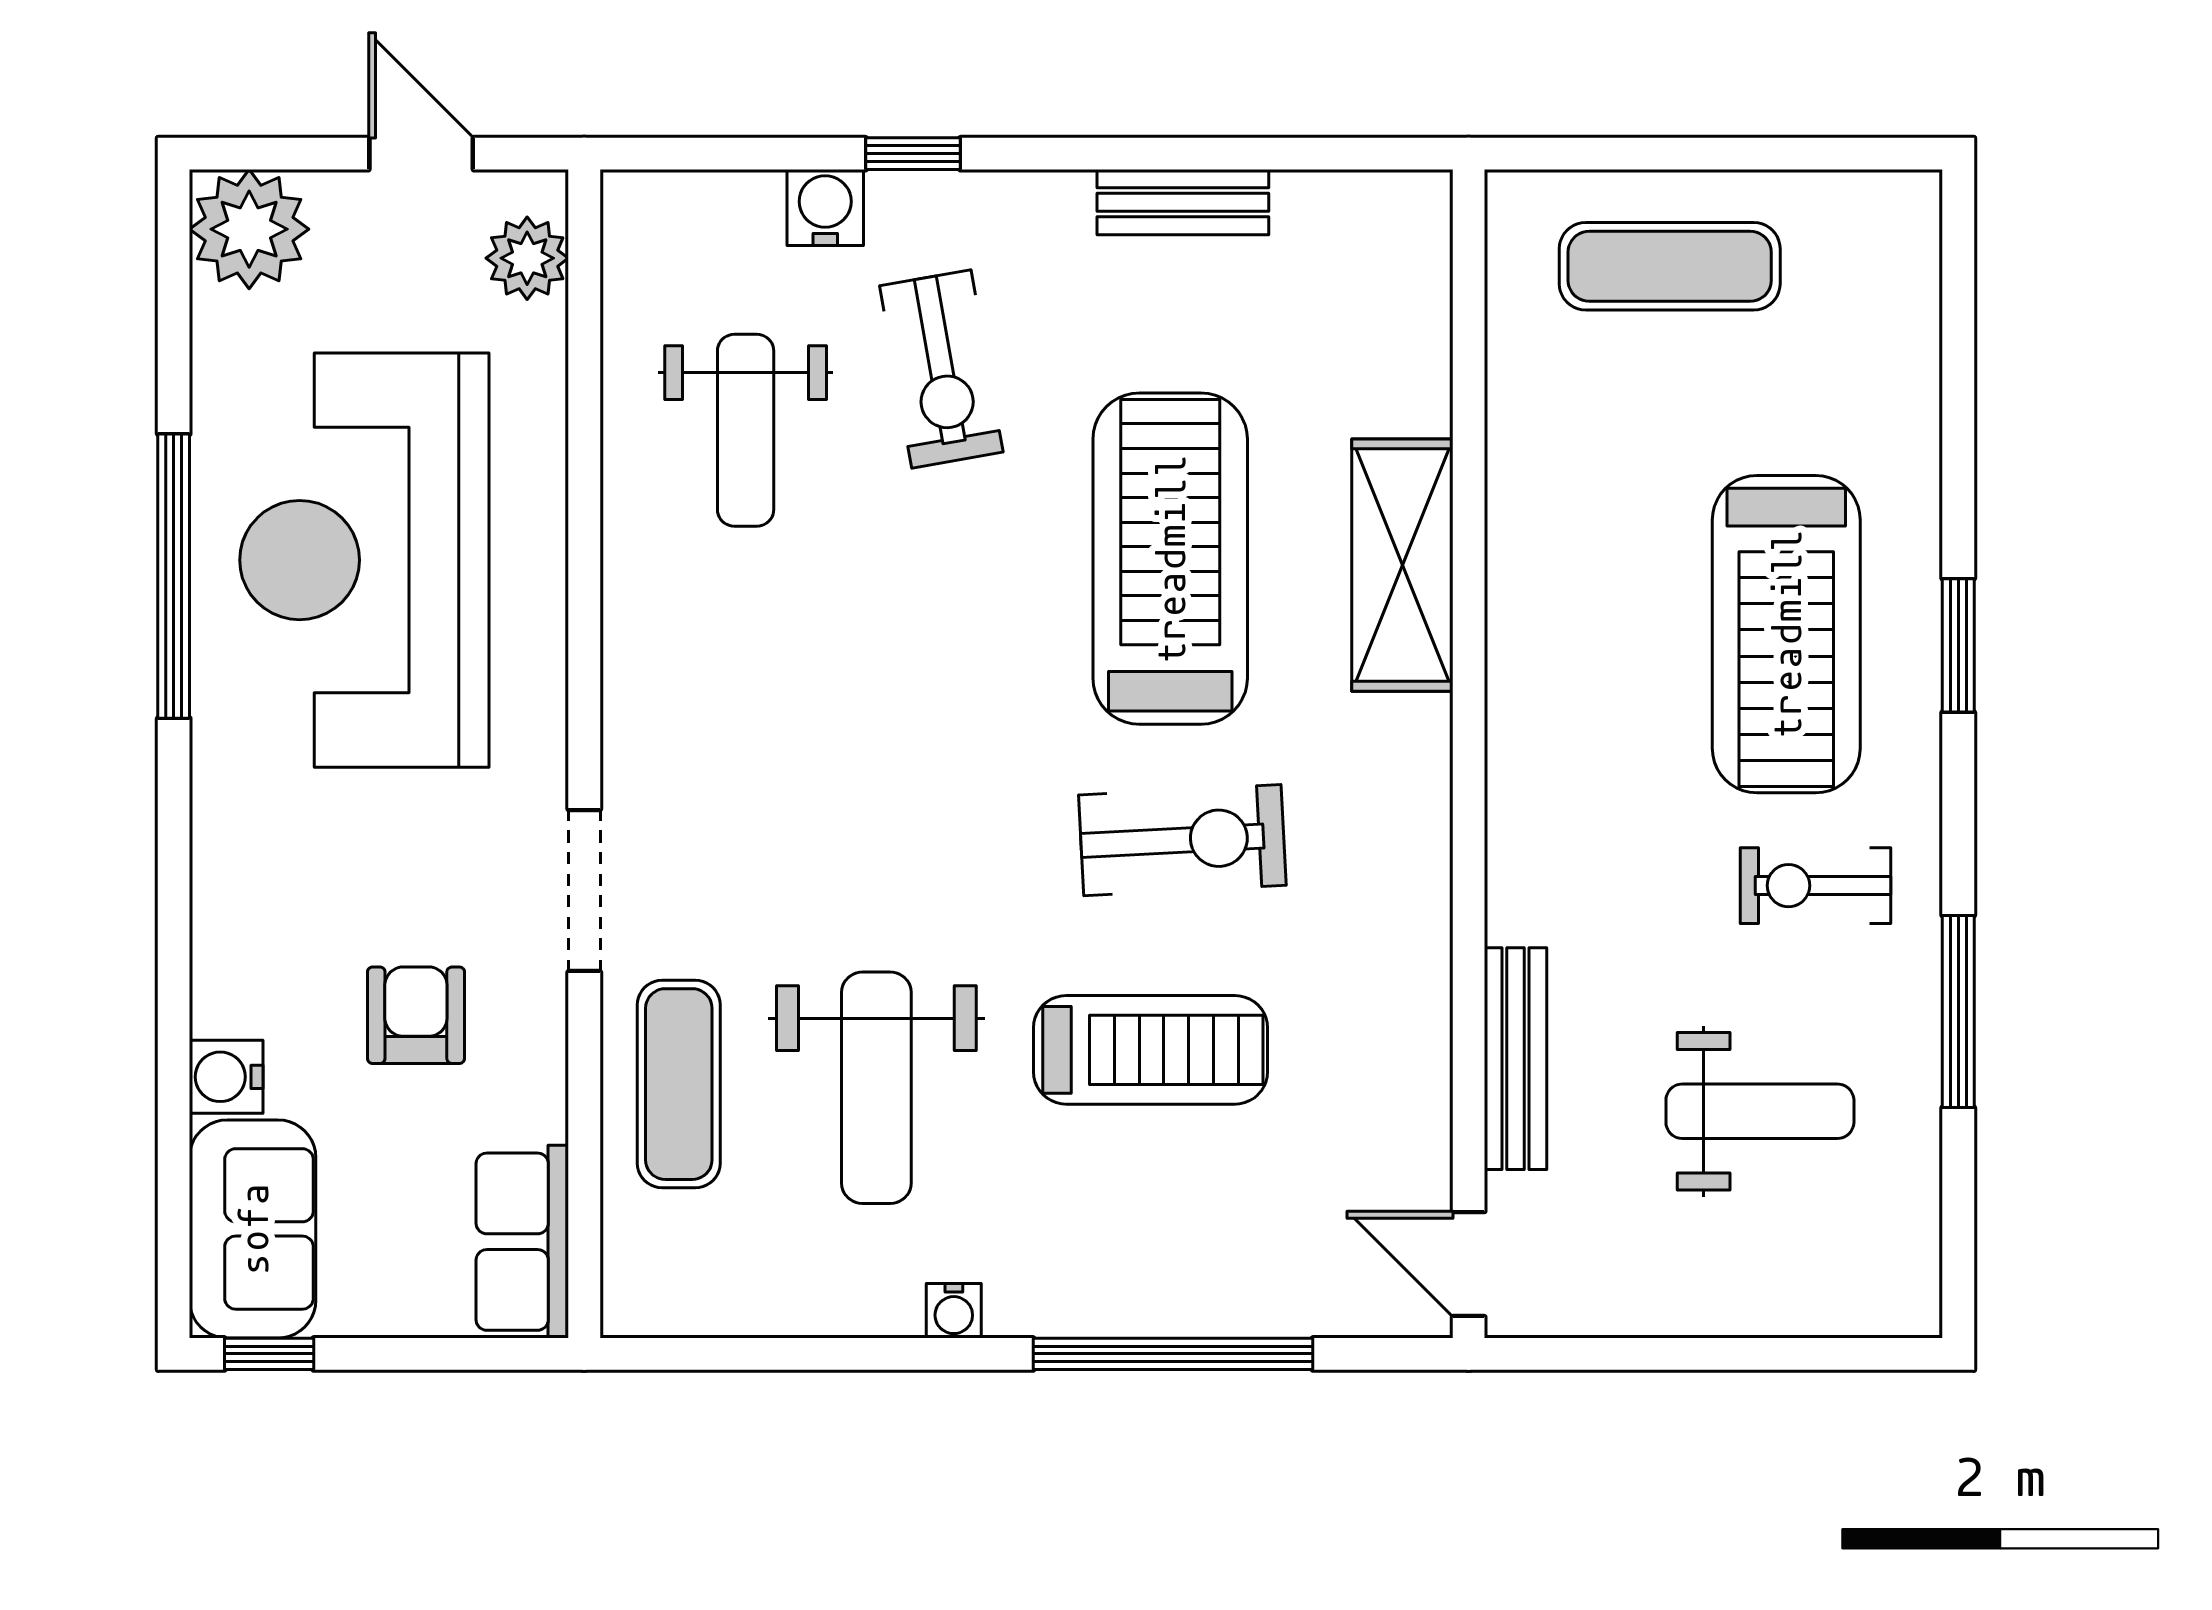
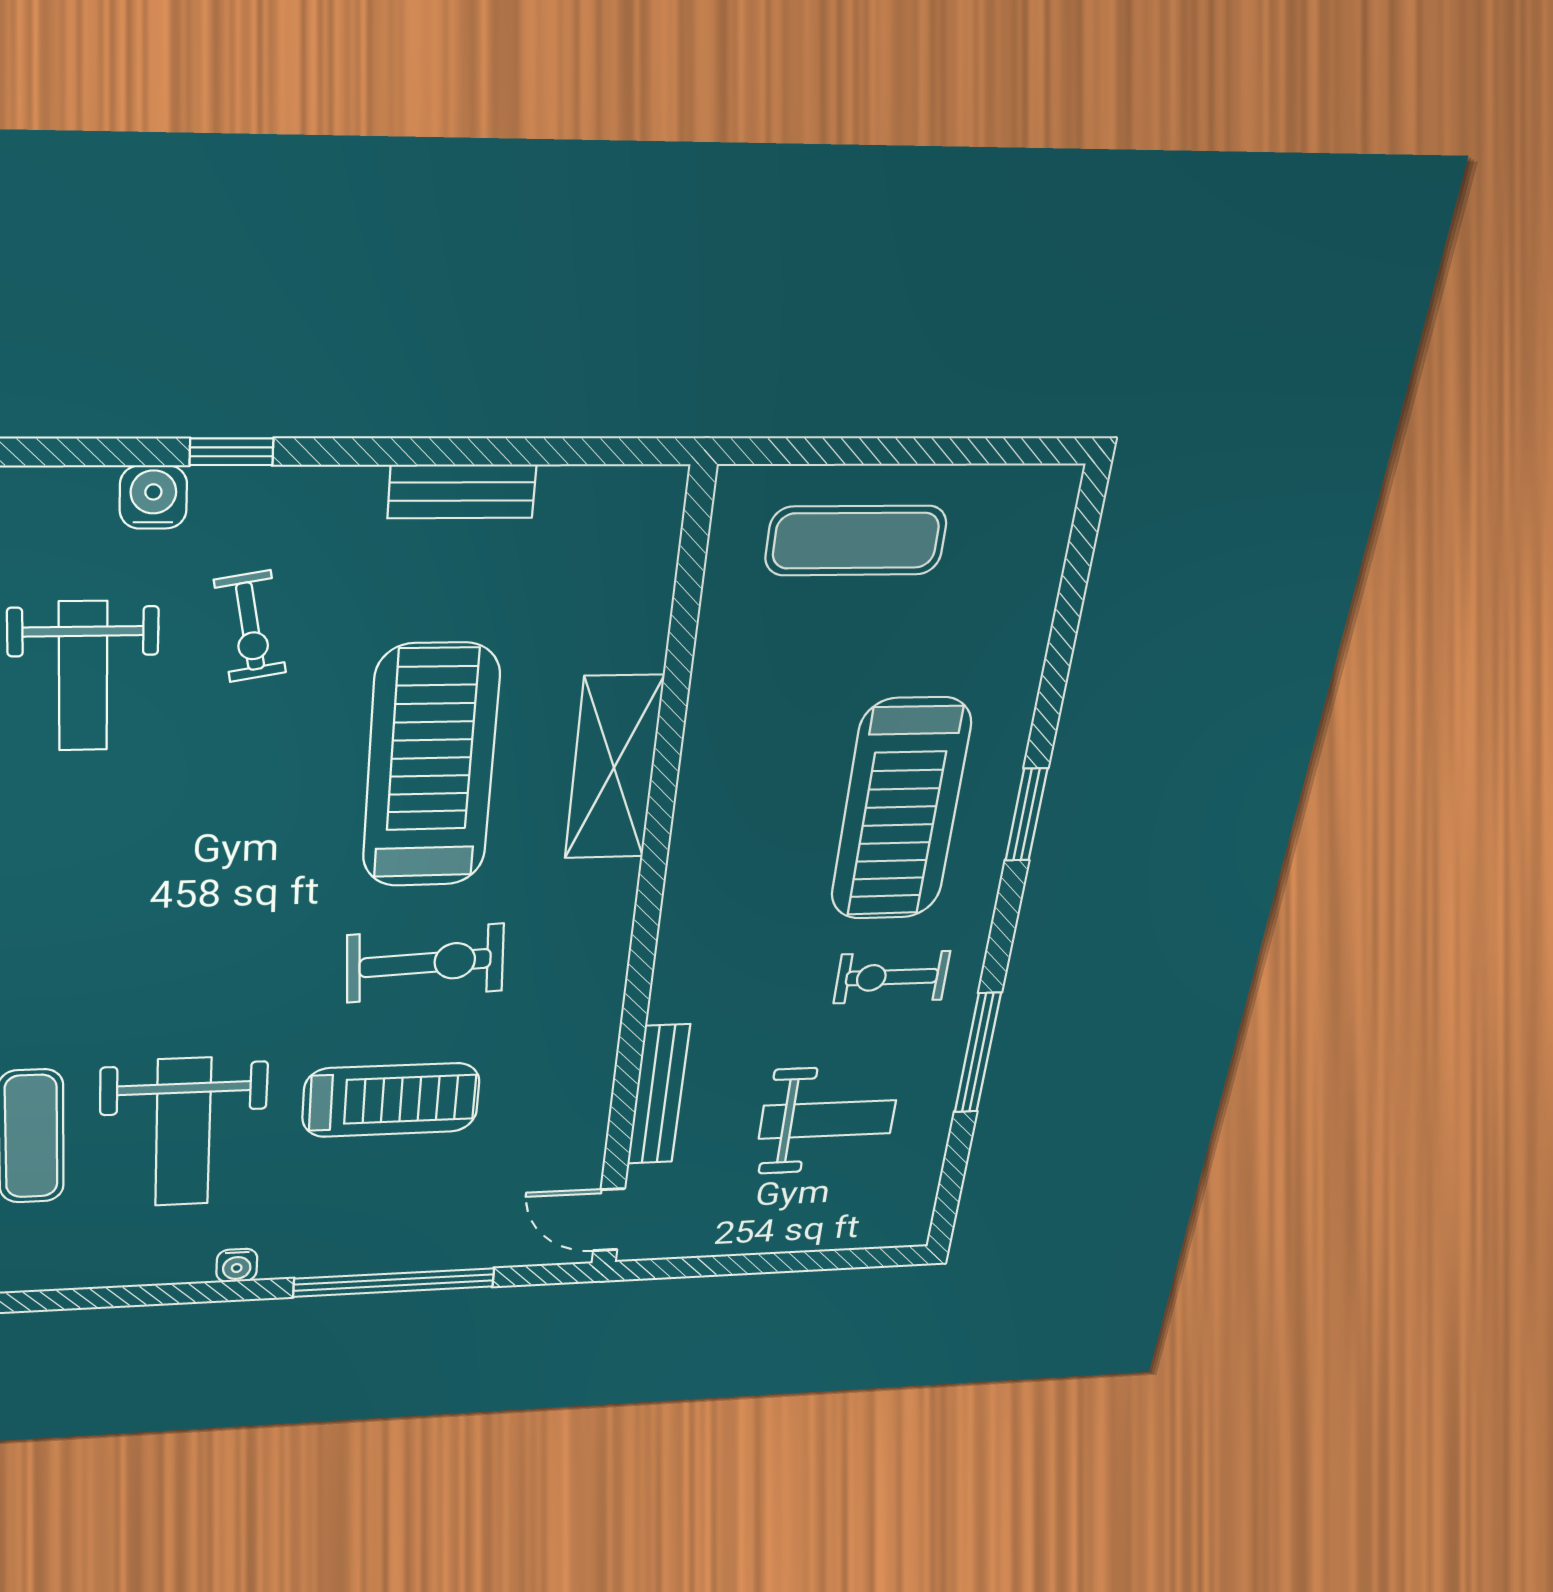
exercise bike: (941, 369) -> (250, 626), width x0.73, depth x0.72

